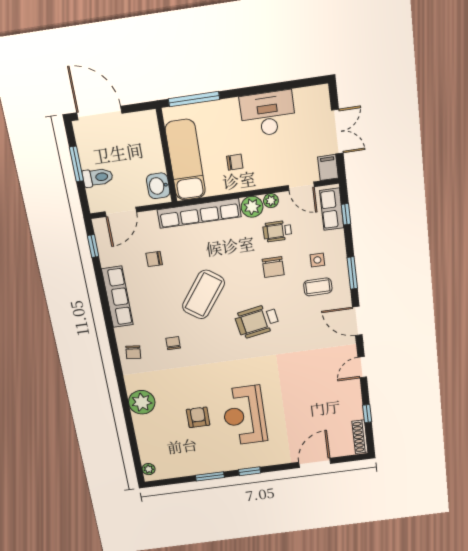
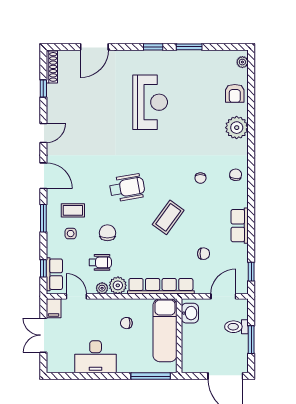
coffee table: (203, 295) -> (168, 217), width x0.73, depth x0.76
row of seats: (117, 297) -> (240, 226), width x0.68
armchair: (198, 417) -> (235, 93), moved

